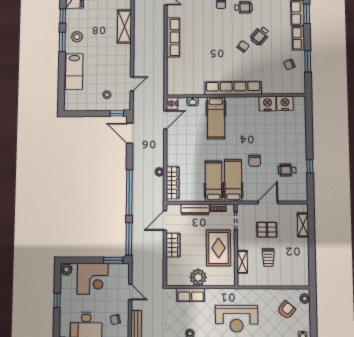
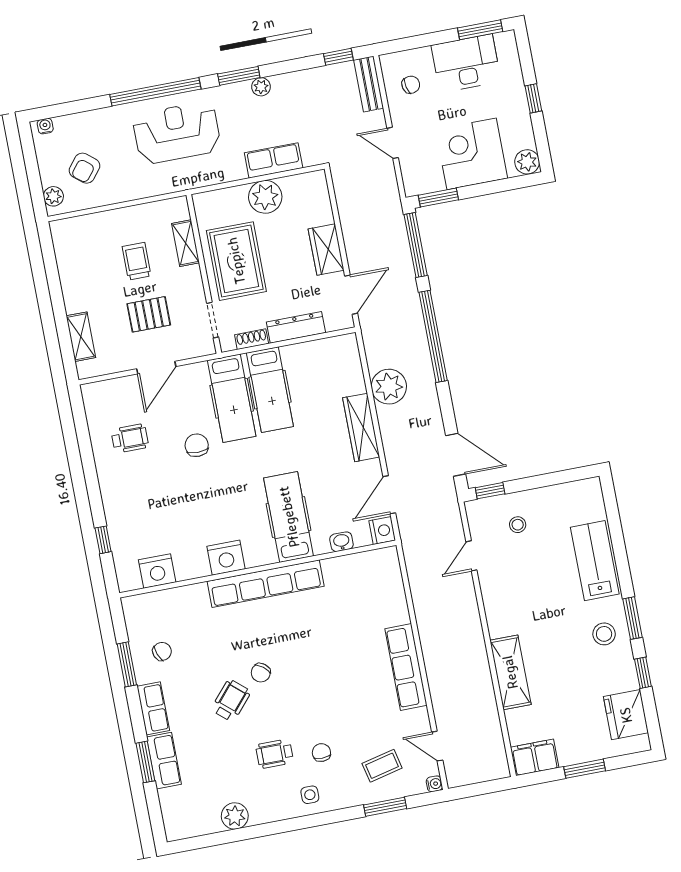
nightstand: (268, 104) -> (226, 558), moved
window: (310, 166) -> (103, 540), moved
plant: (159, 172) -> (389, 387), width x1.88, depth x1.88
wardrobe: (173, 183) -> (361, 427), moved

